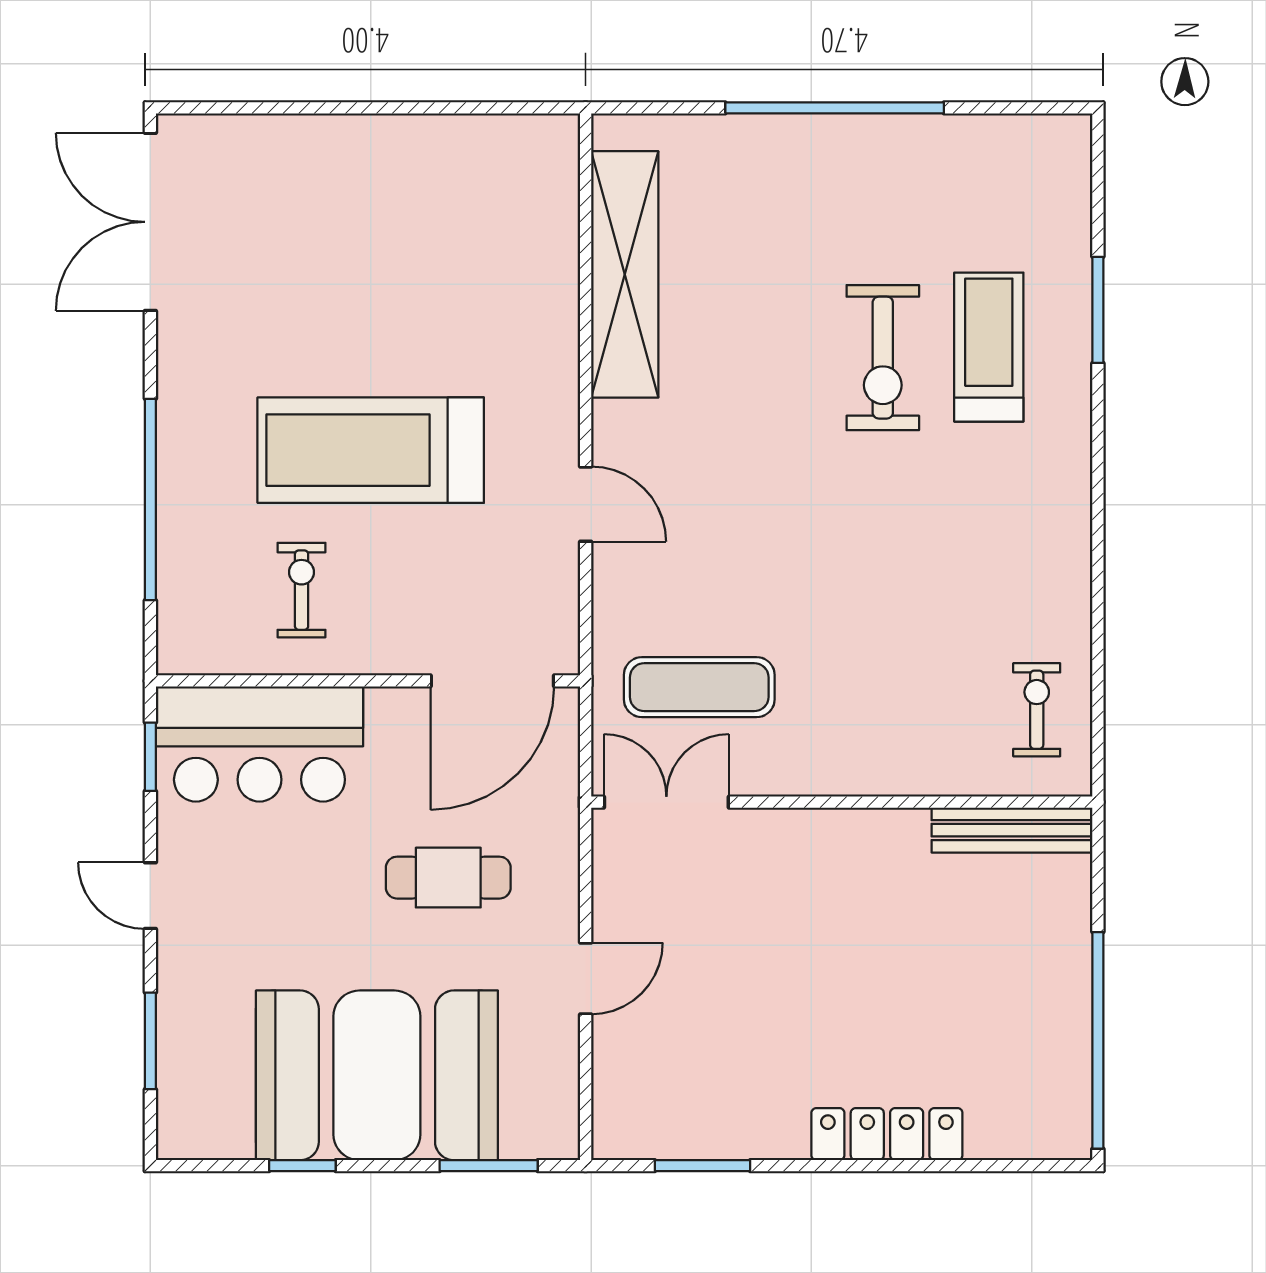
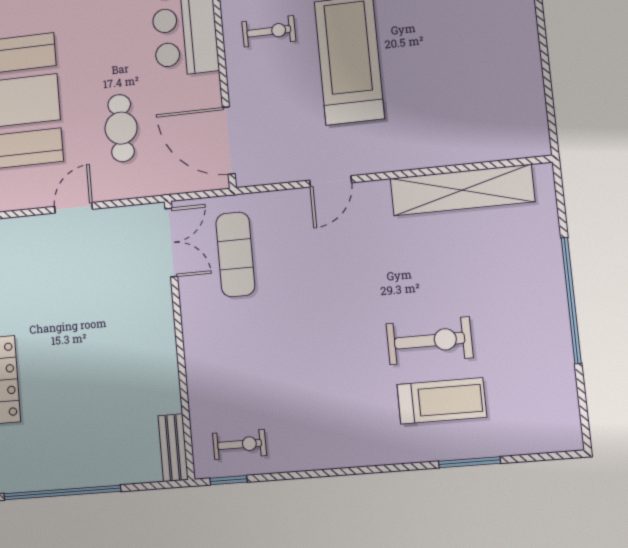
exercise bike: (883, 358) -> (430, 341), turned 180
window: (1098, 735) -> (228, 480), added
bench: (1012, 830) -> (173, 448), width x0.73
door: (586, 978) -> (74, 208), swing flipped

